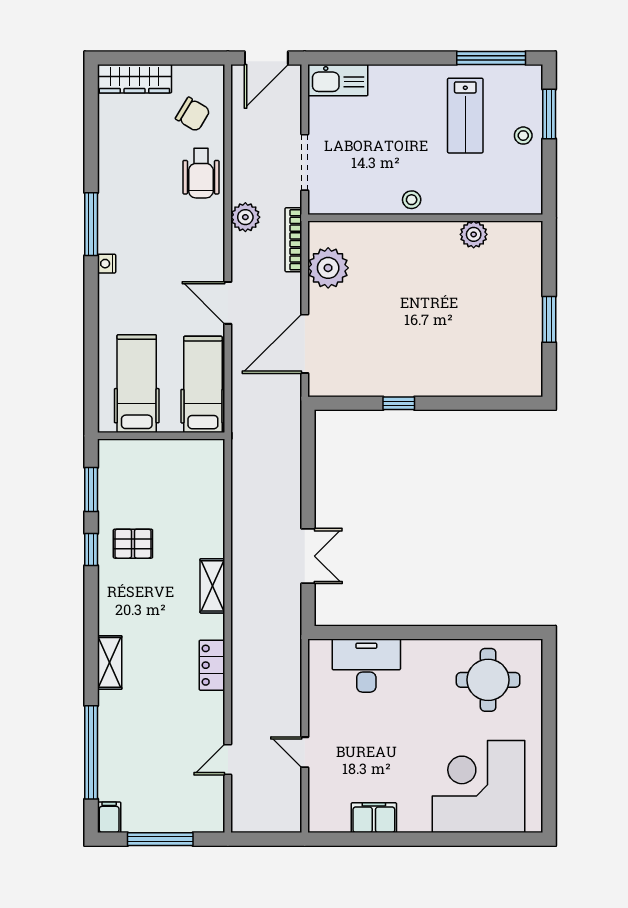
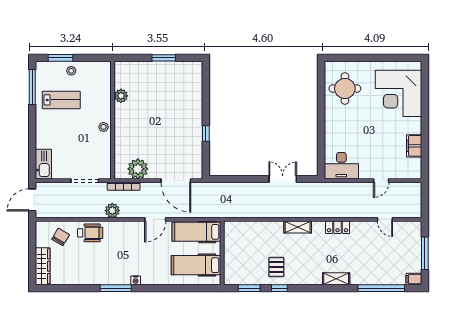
door: (266, 58) -> (32, 200), swing flipped
desk: (366, 666) -> (341, 166), moved, turned -90

